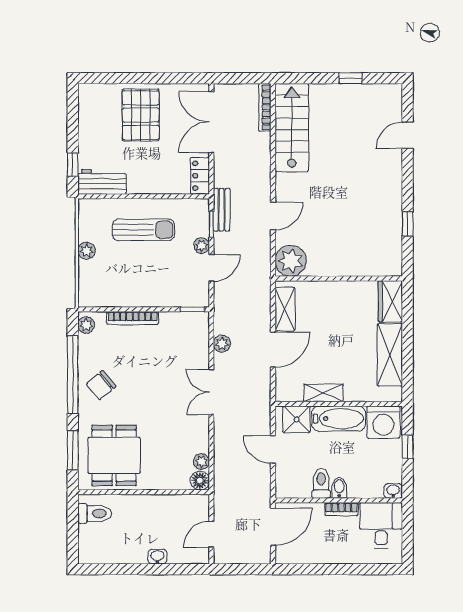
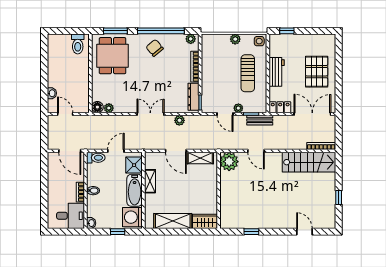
pallet: (141, 115) -> (317, 72), turned 90
workbench: (102, 182) -> (277, 72), moved
side table: (90, 211) -> (259, 41), added
dresser: (183, 320) -> (194, 97), added
dining table: (114, 455) -> (113, 56), turned 90
toilet: (321, 483) -> (96, 158), moved
washbasin: (157, 557) -> (52, 93), moved

